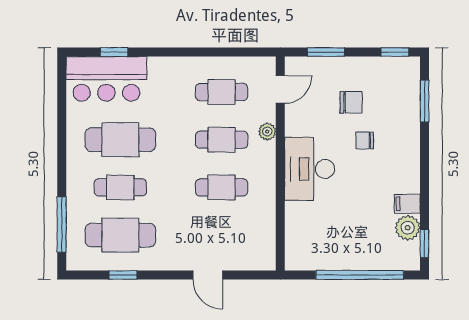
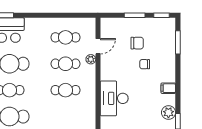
window: (326, 52) -> (135, 15), moved
door: (280, 89) -> (98, 46), moved
desk: (310, 169) -> (114, 98), moved
filing cabinet: (407, 204) -> (168, 88), moved

